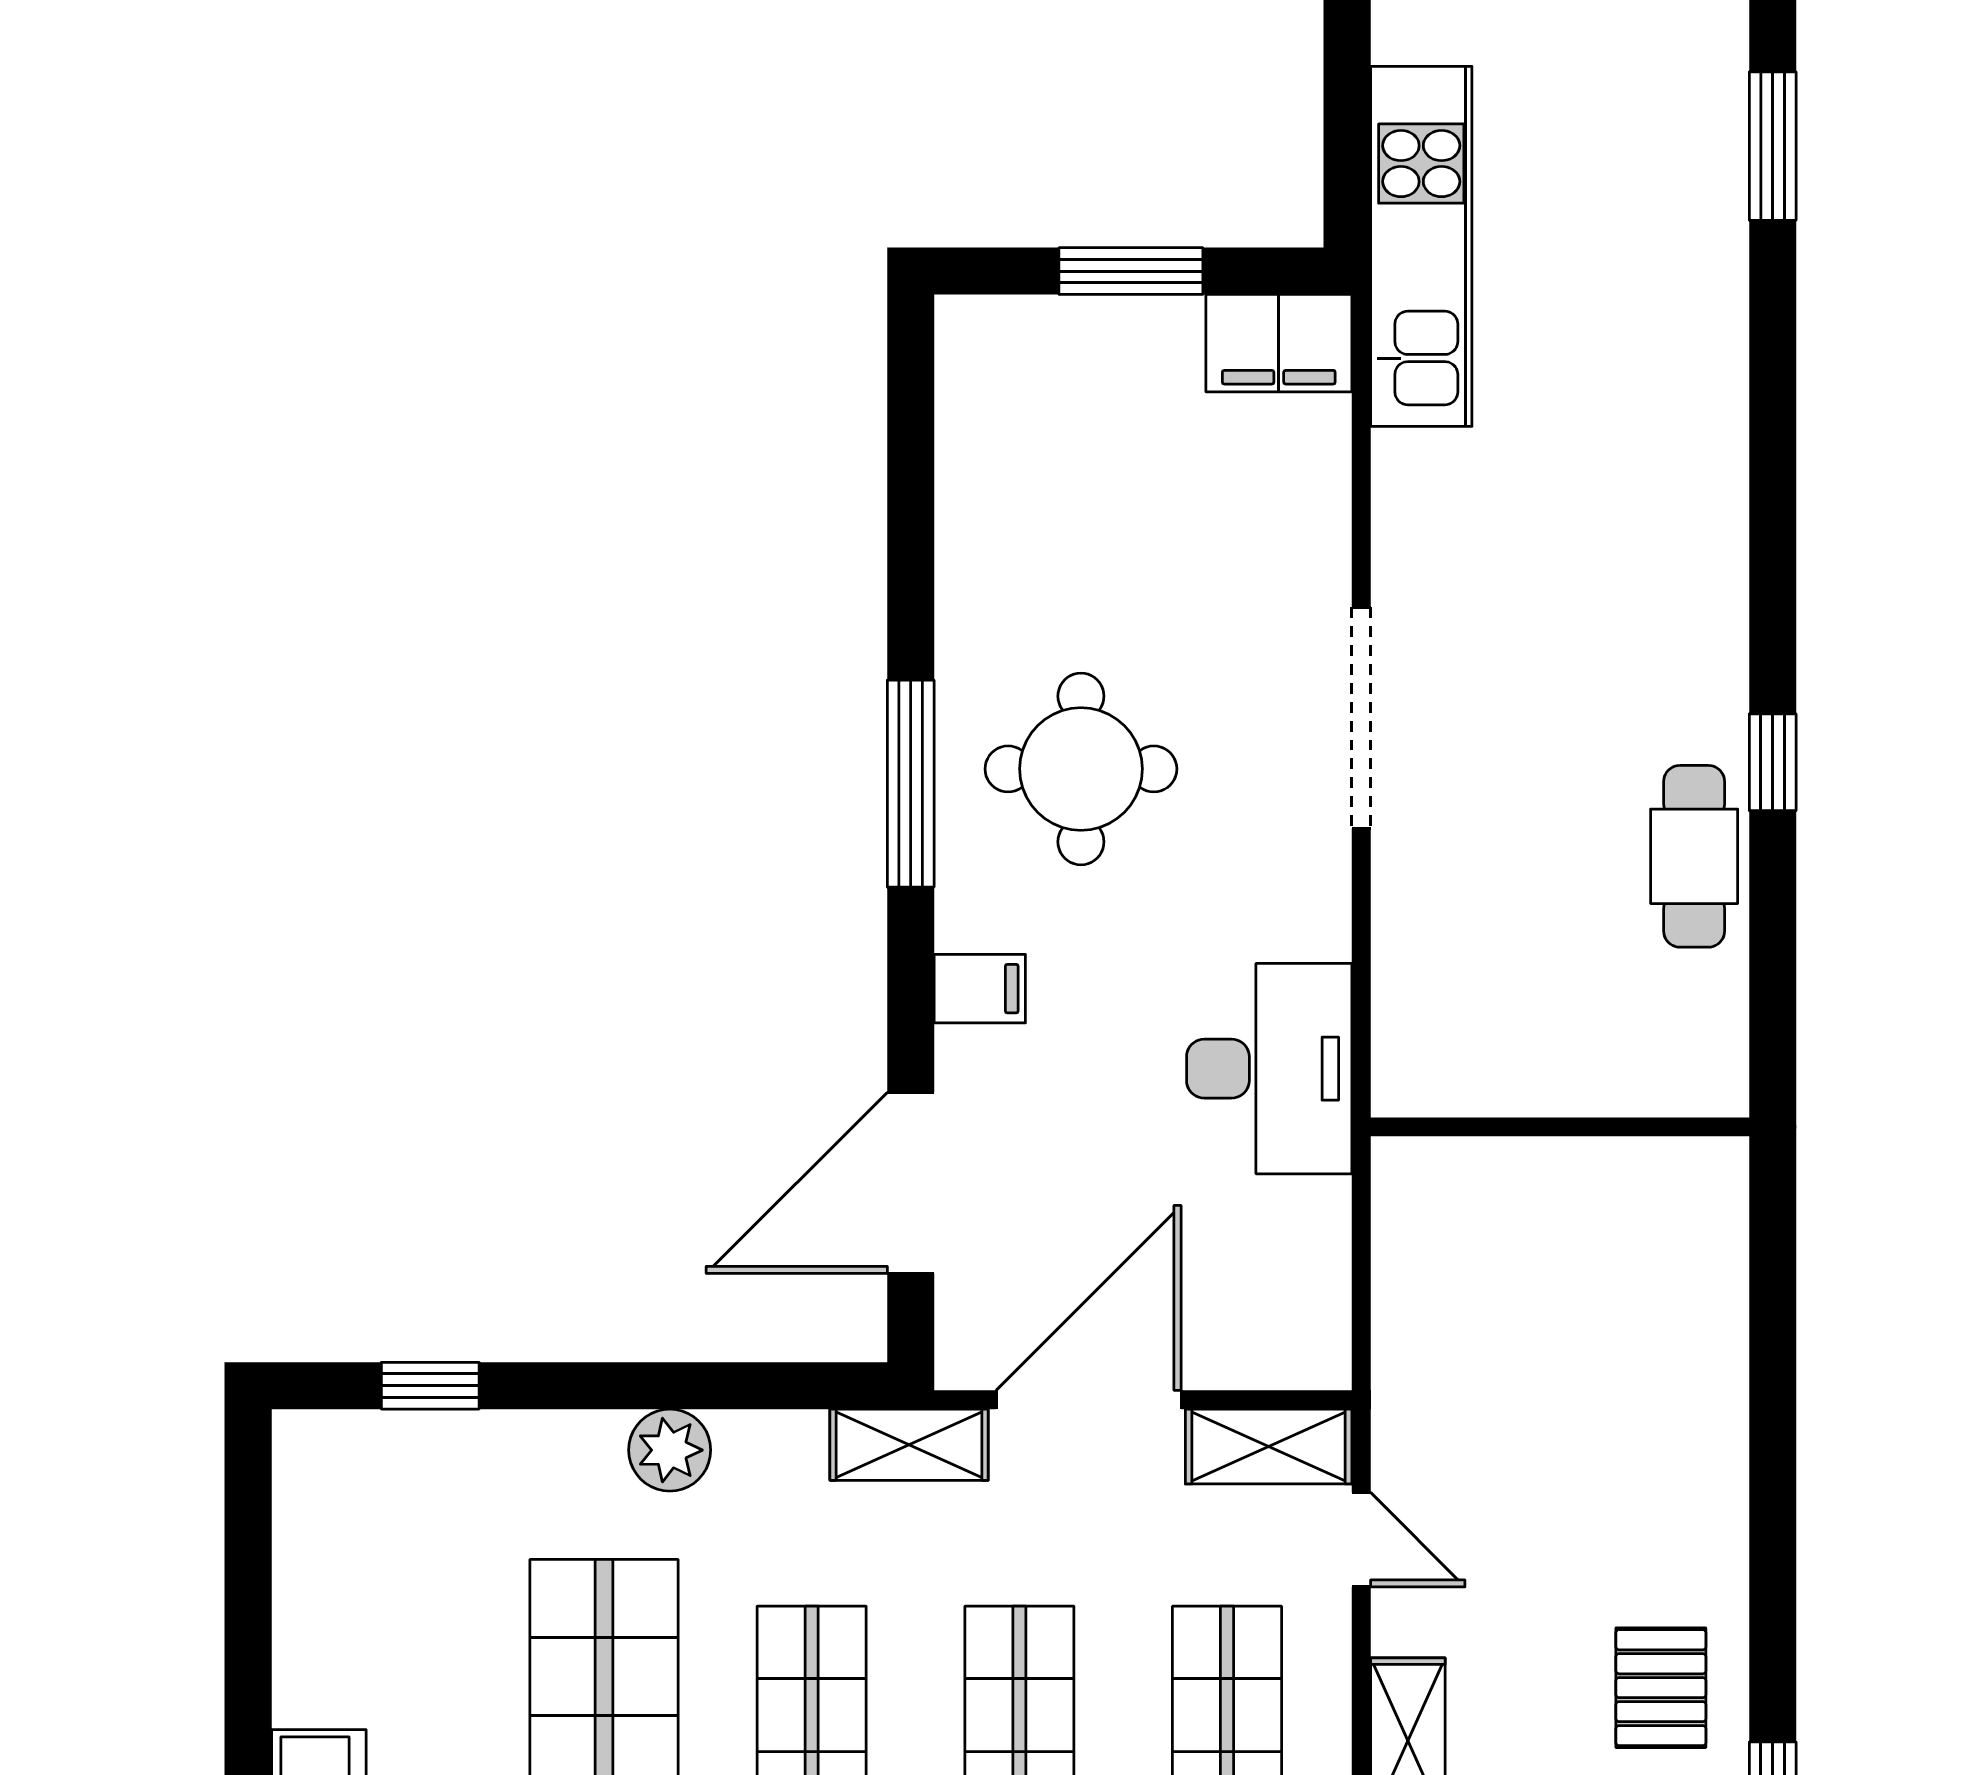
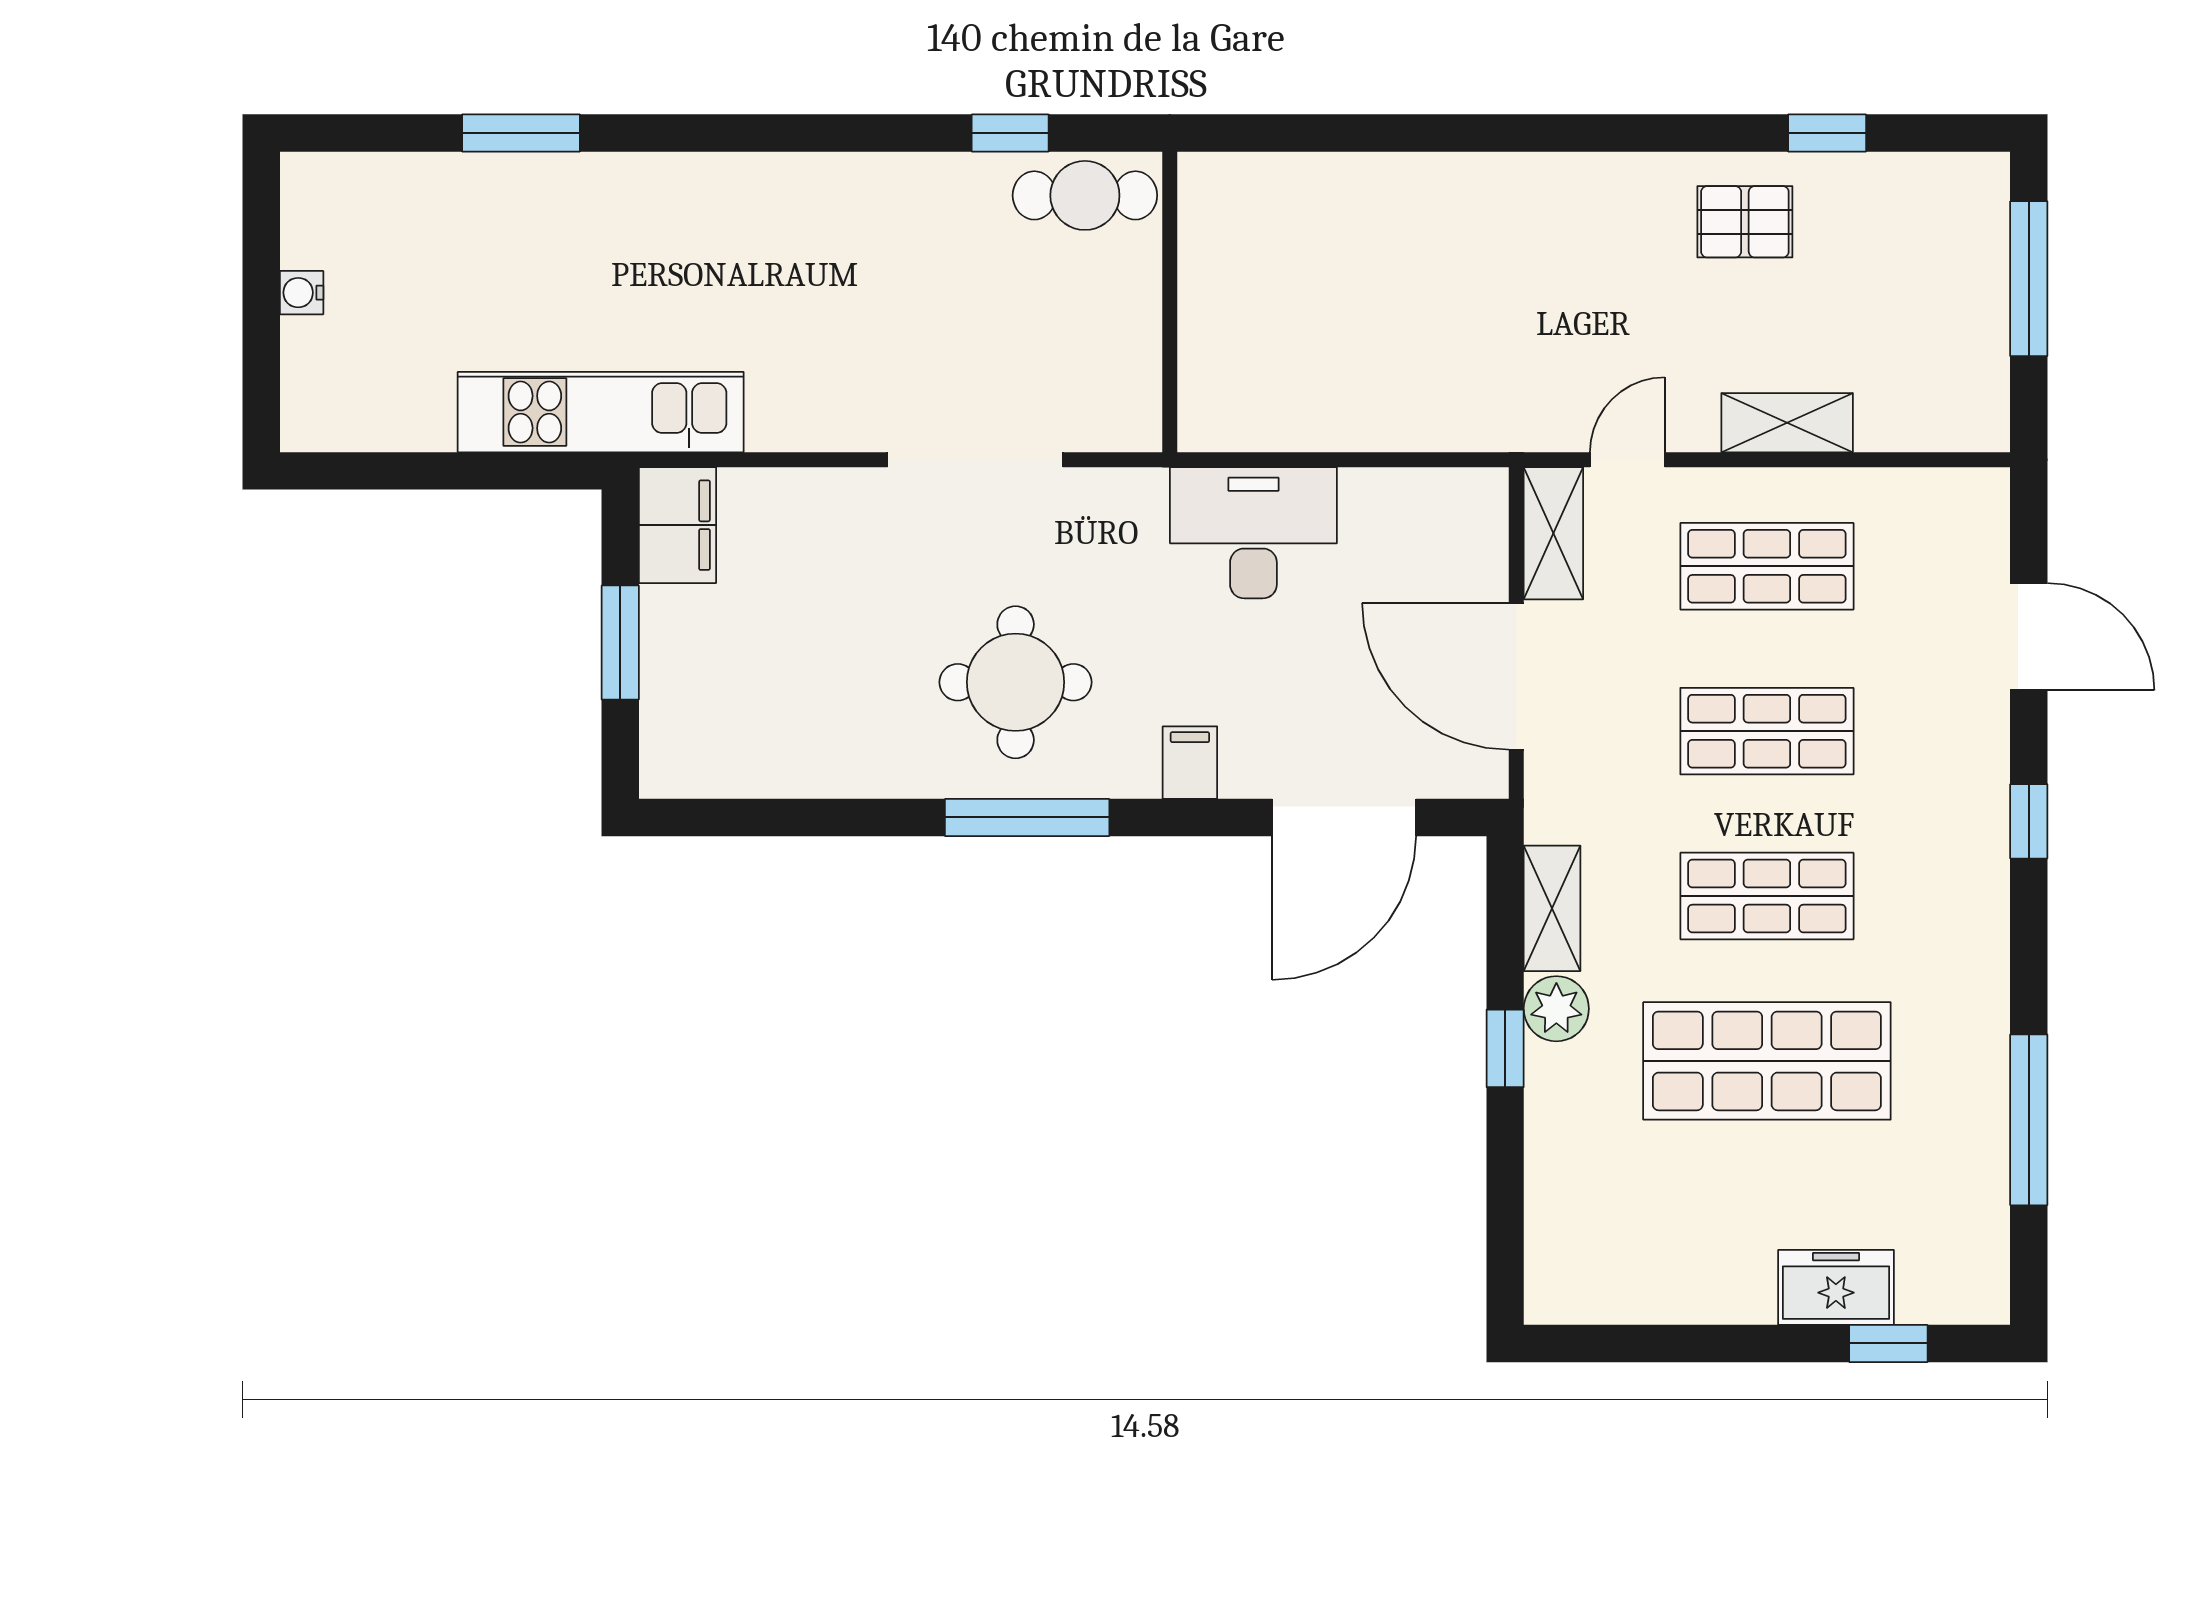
wall: (1560, 1127) -> (1170, 302), moved
door: (911, 1183) -> (1344, 817), hinge flipped
window: (430, 1386) -> (1505, 1048), moved
shelving: (909, 1445) -> (1552, 908), moved

